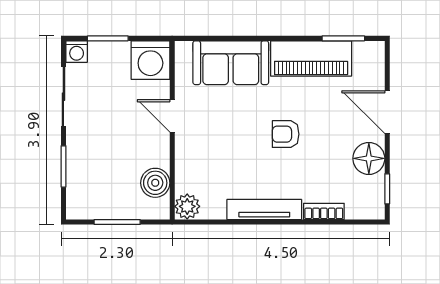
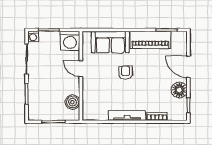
armchair: (286, 134) -> (125, 73), moved, turned 90
plant: (187, 206) -> (88, 114), removed

